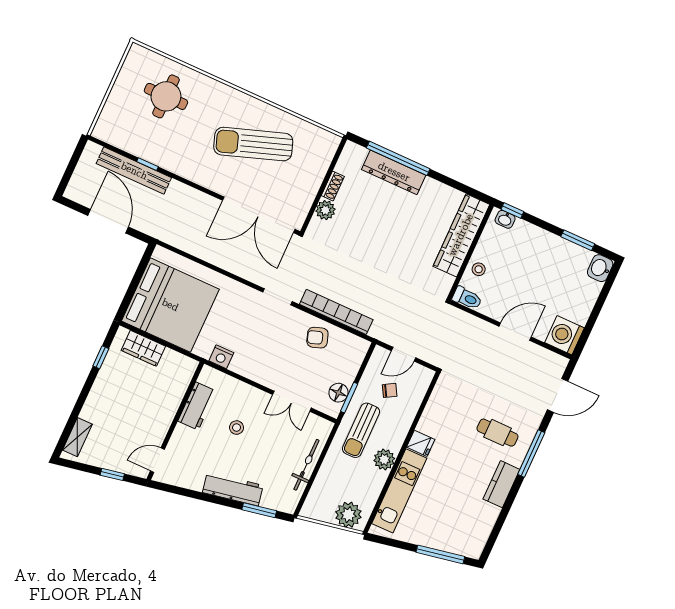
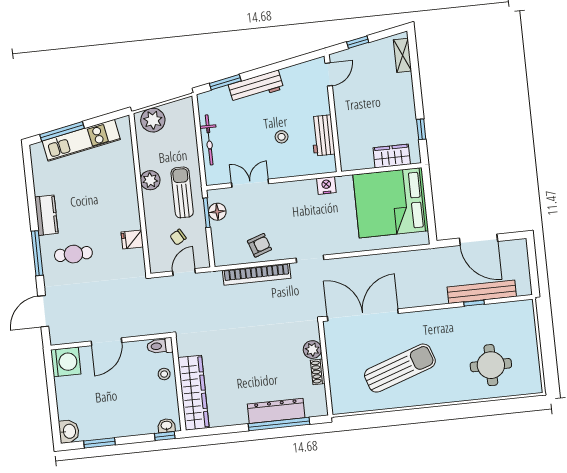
fridge: (421, 443) -> (132, 239), moved
kitchen unit: (399, 491) -> (81, 140), moved, turned -101

